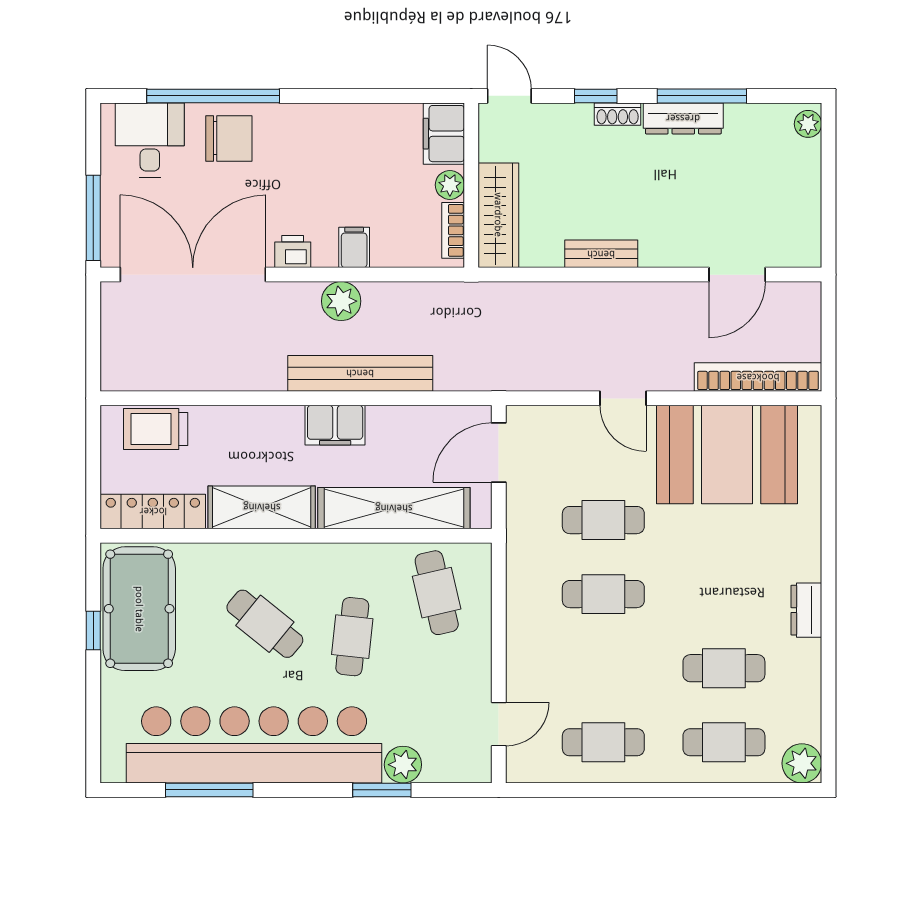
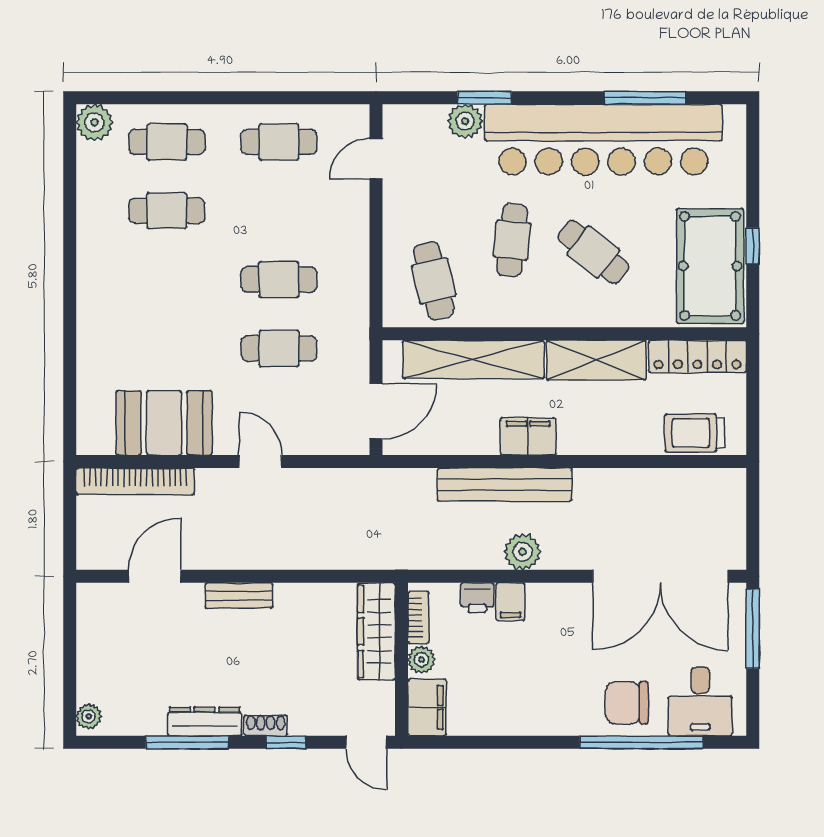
printer: (293, 252) -> (477, 598), moved
bench: (601, 254) -> (239, 596), moved
trolley: (156, 429) -> (695, 433), turned 180
booth: (727, 455) -> (164, 423), width x0.73, depth x0.70
dresser: (806, 610) -> (90, 265), removed

